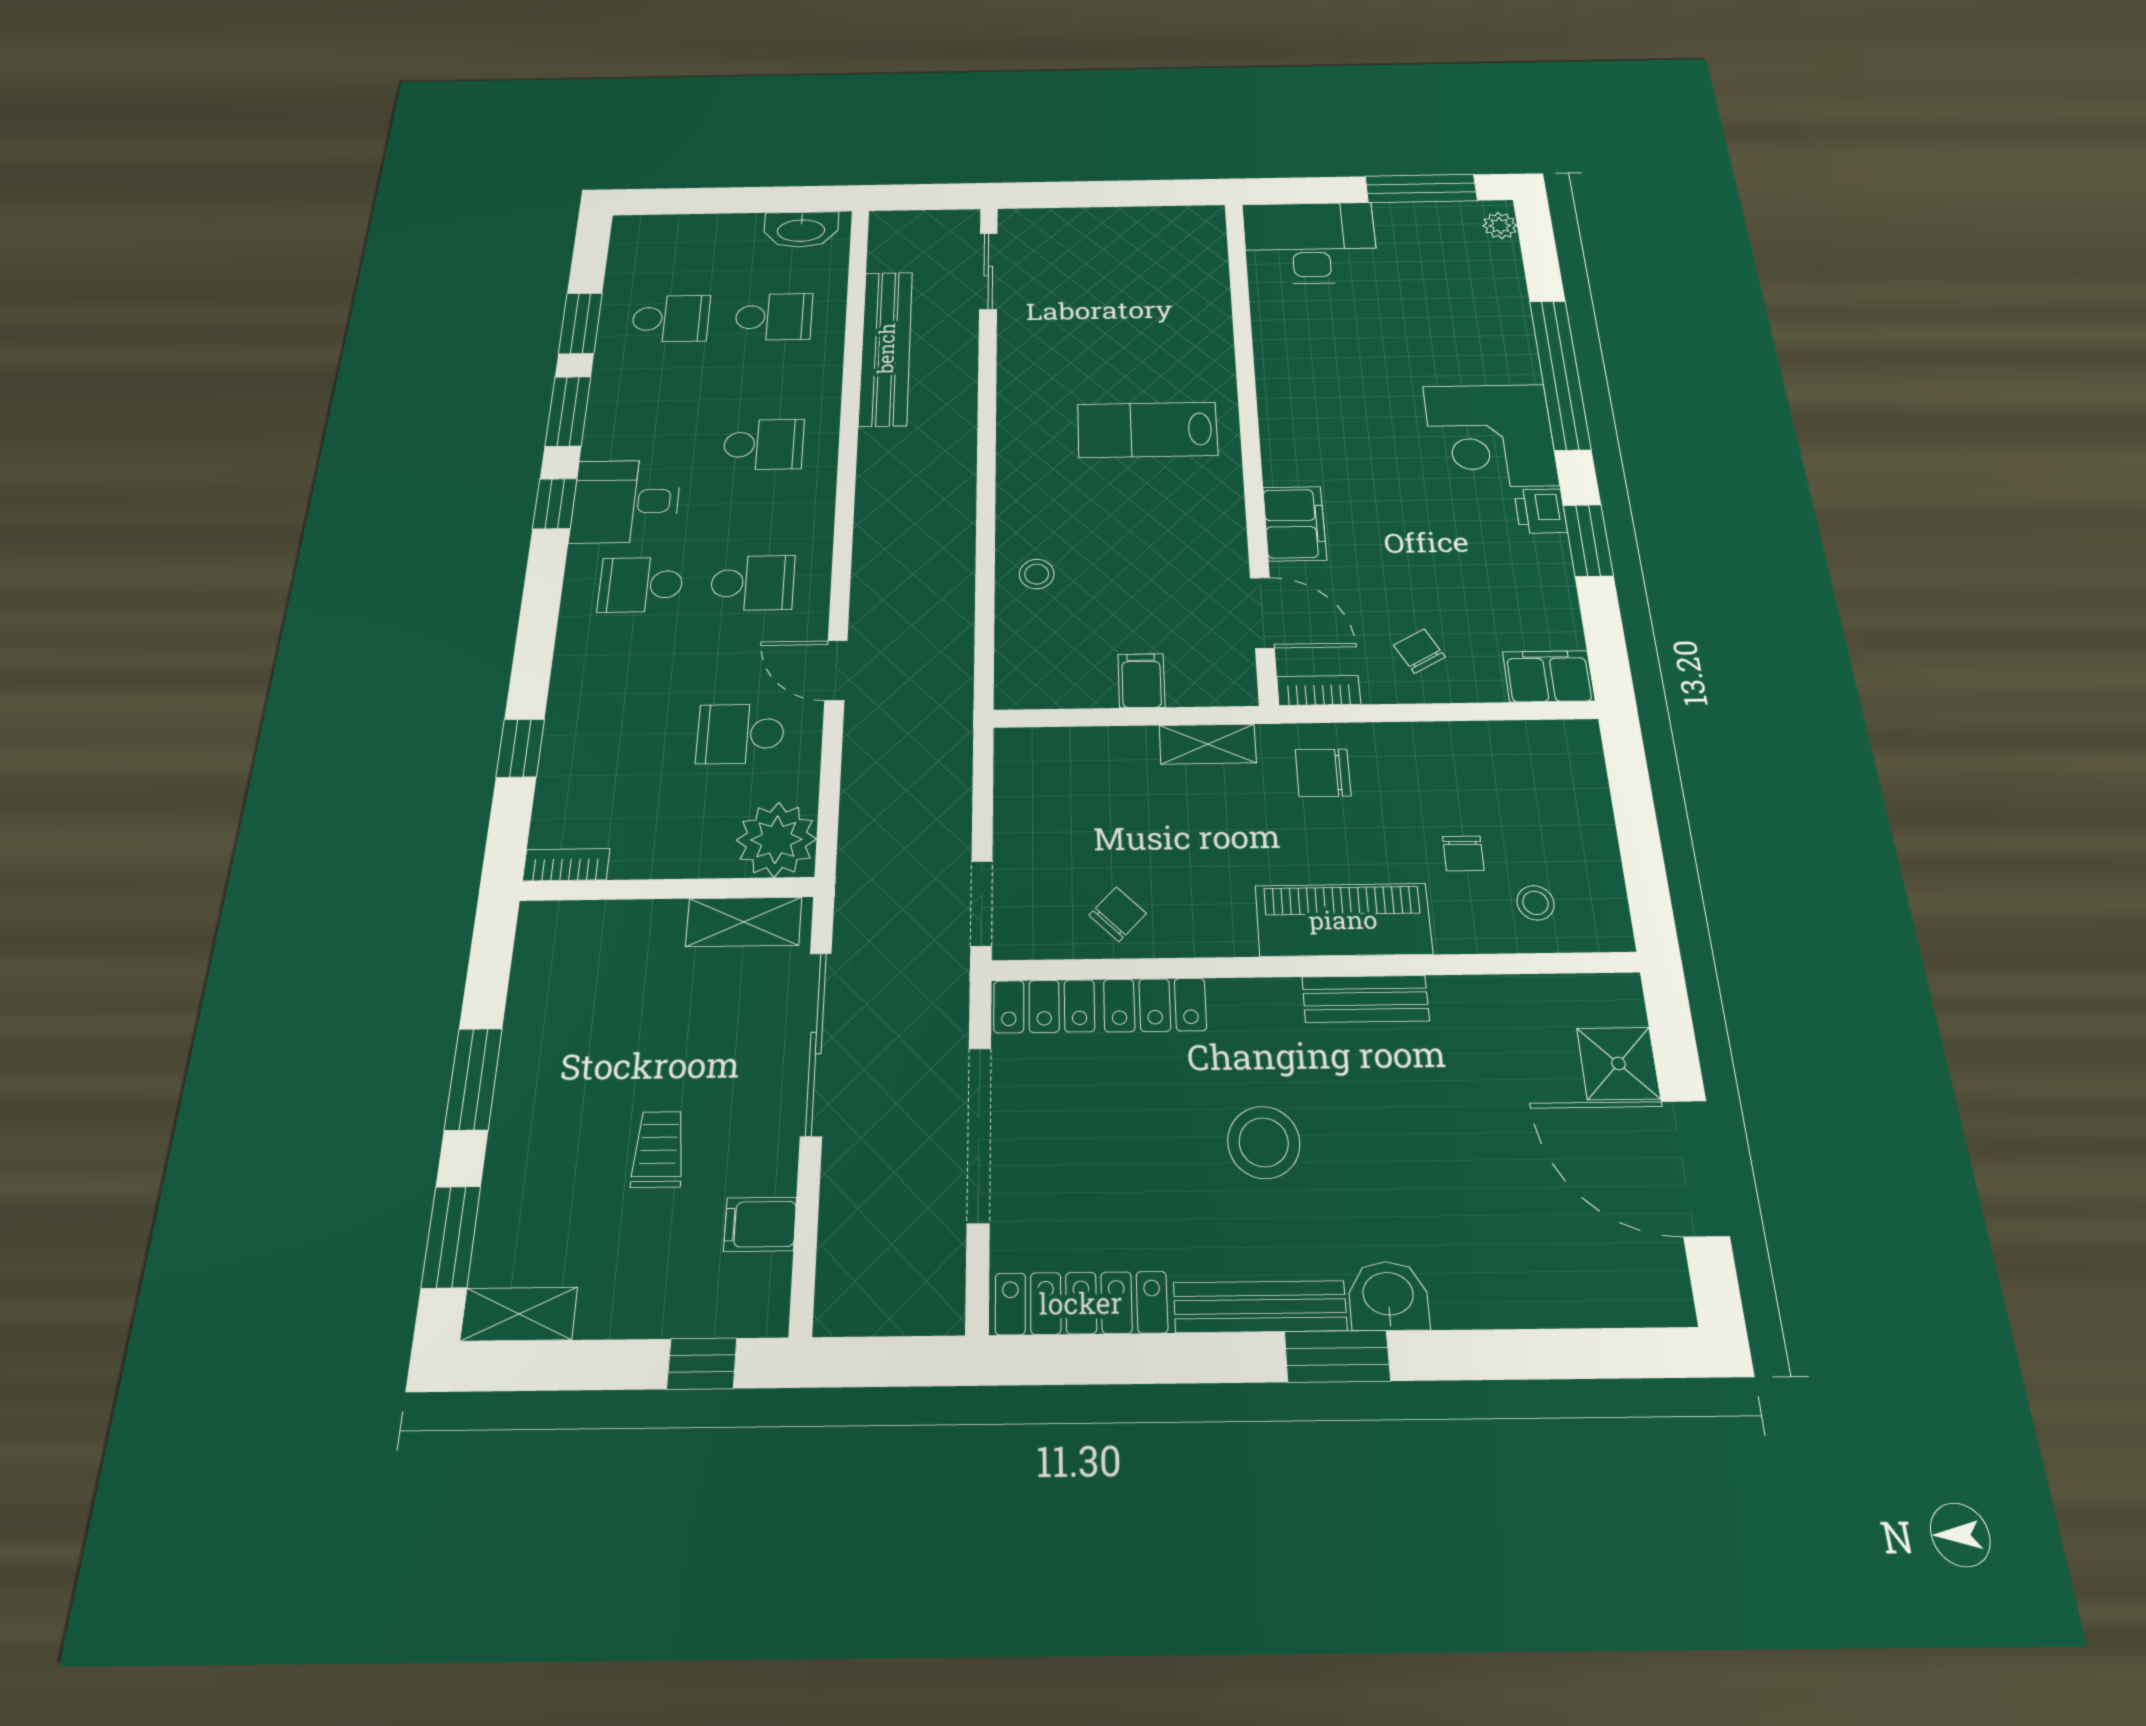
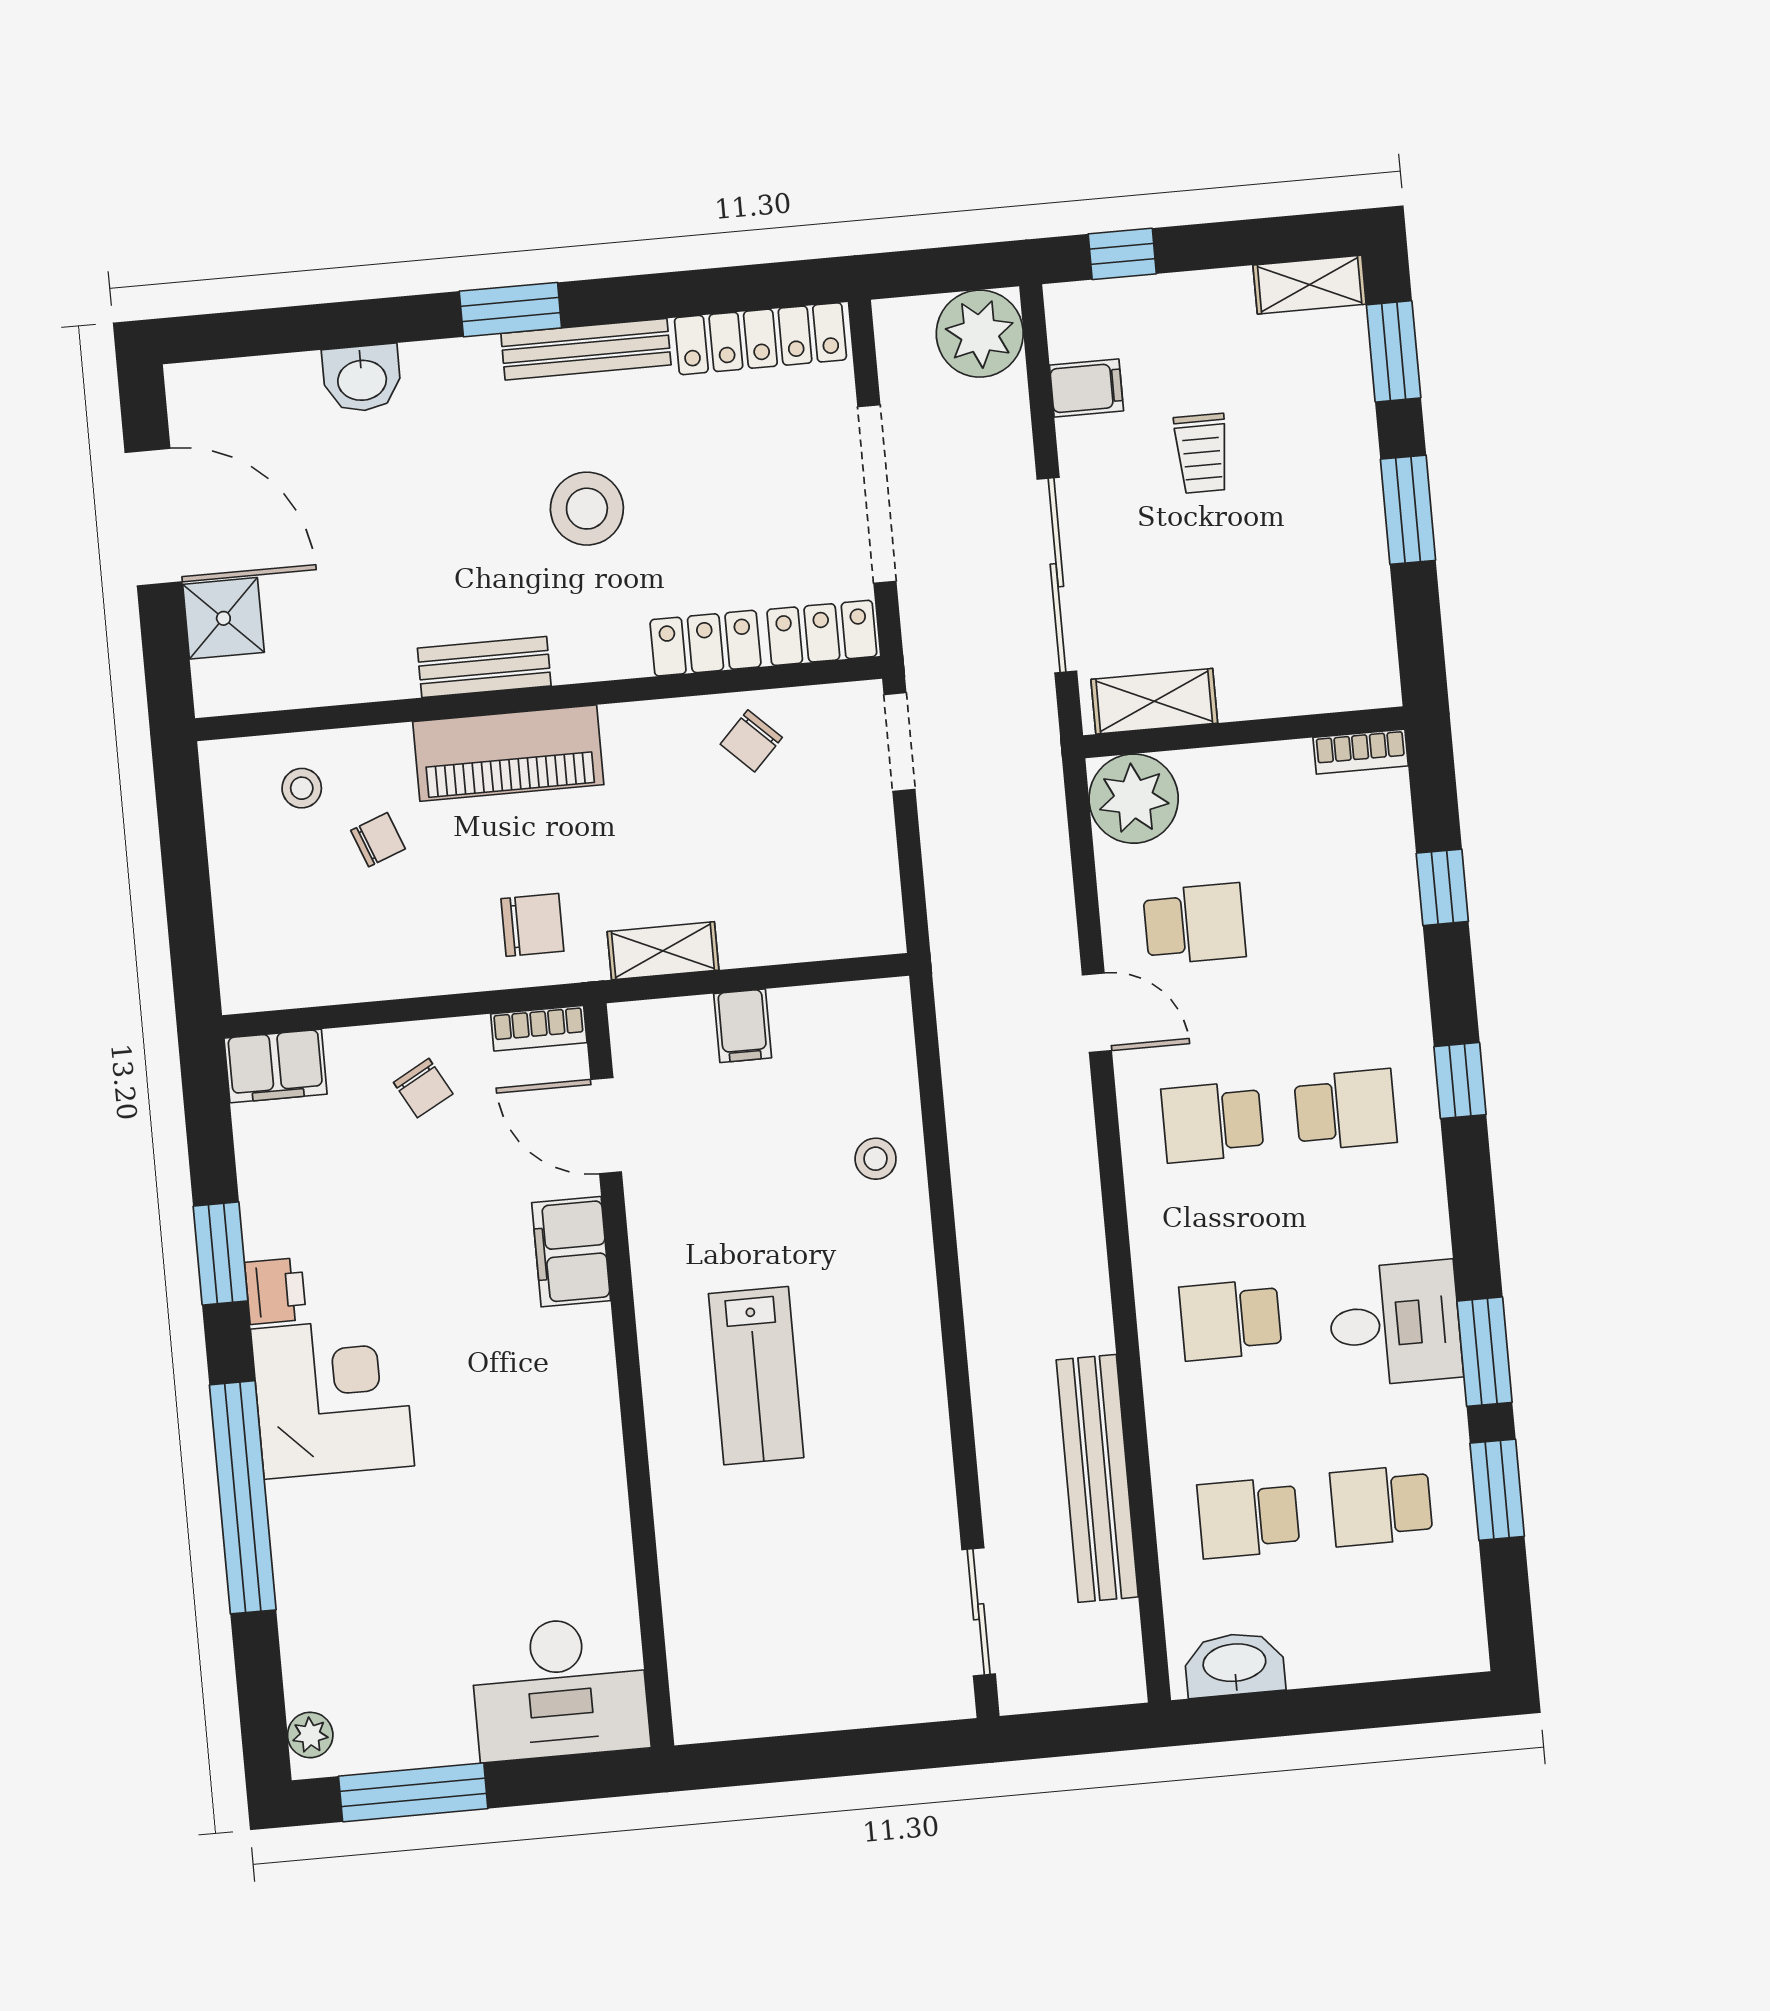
lab bench: (1147, 430) -> (756, 1376), turned 90
desk: (626, 501) -> (1395, 1324), moved
window: (555, 504) -> (1460, 1081), moved
chair: (1463, 853) -> (378, 840), turned 69
plant: (859, 1290) -> (980, 334), added
washbasin: (1388, 1296) -> (362, 378), moved

